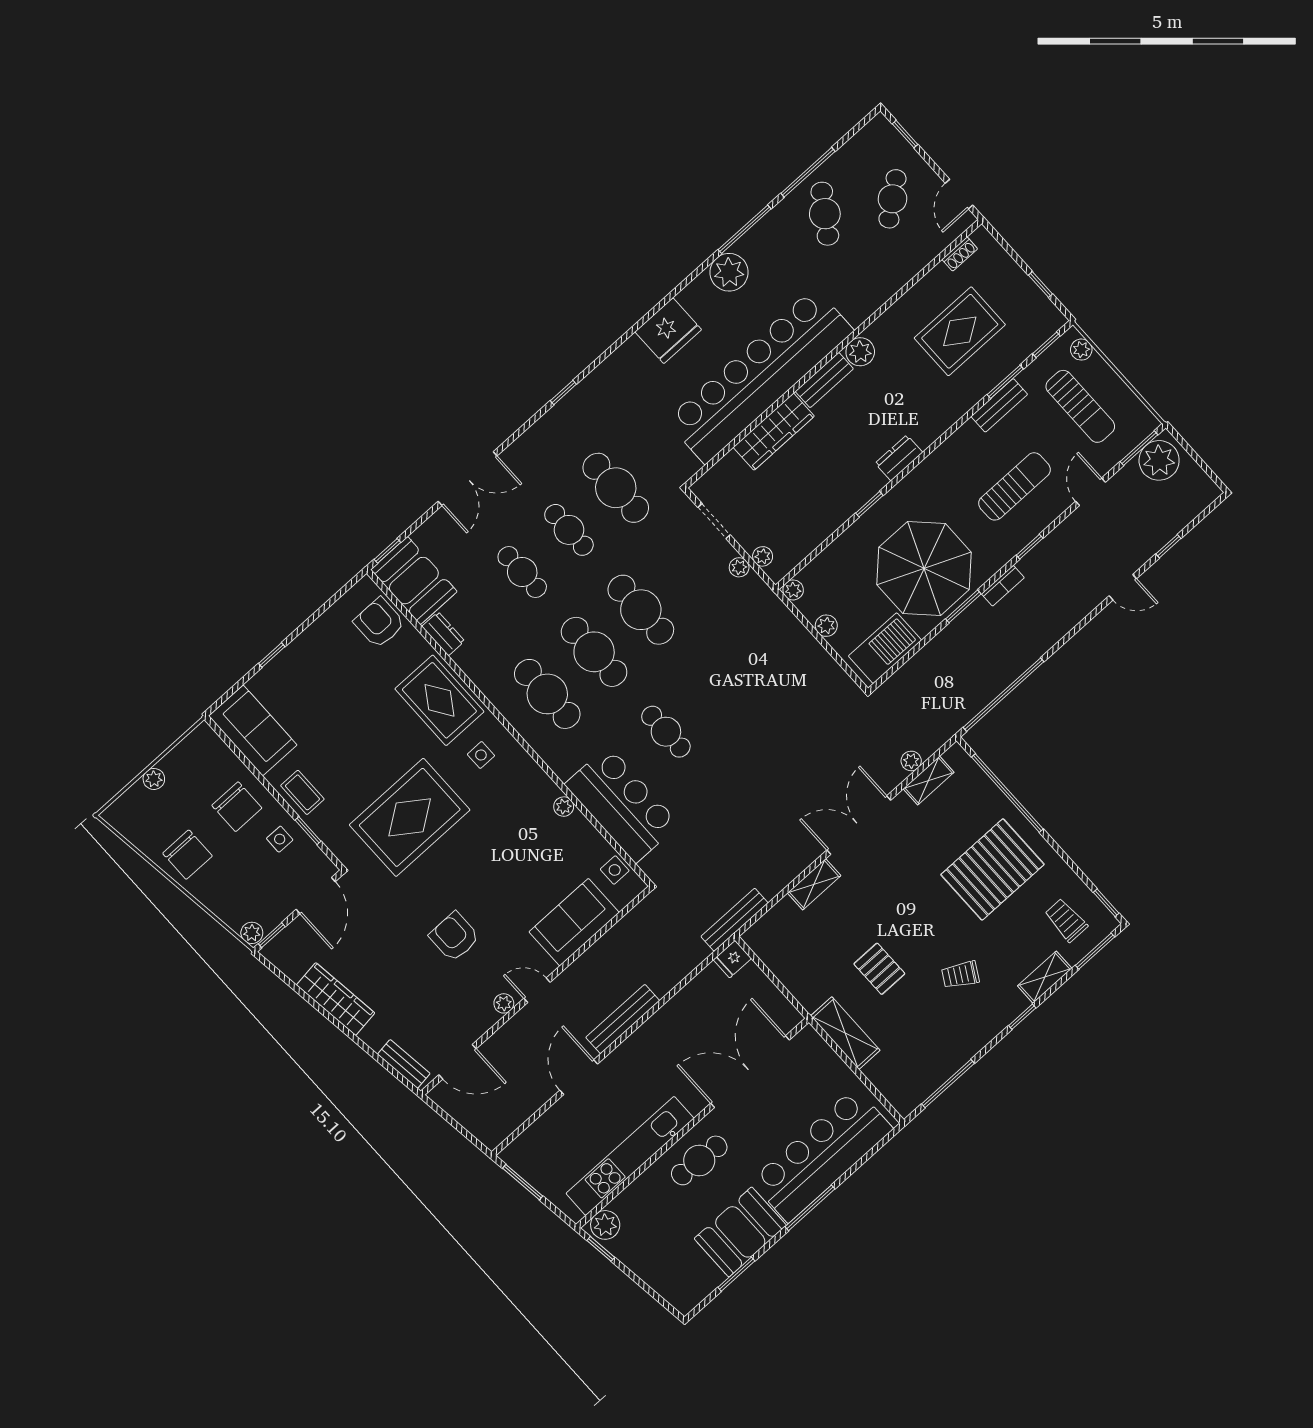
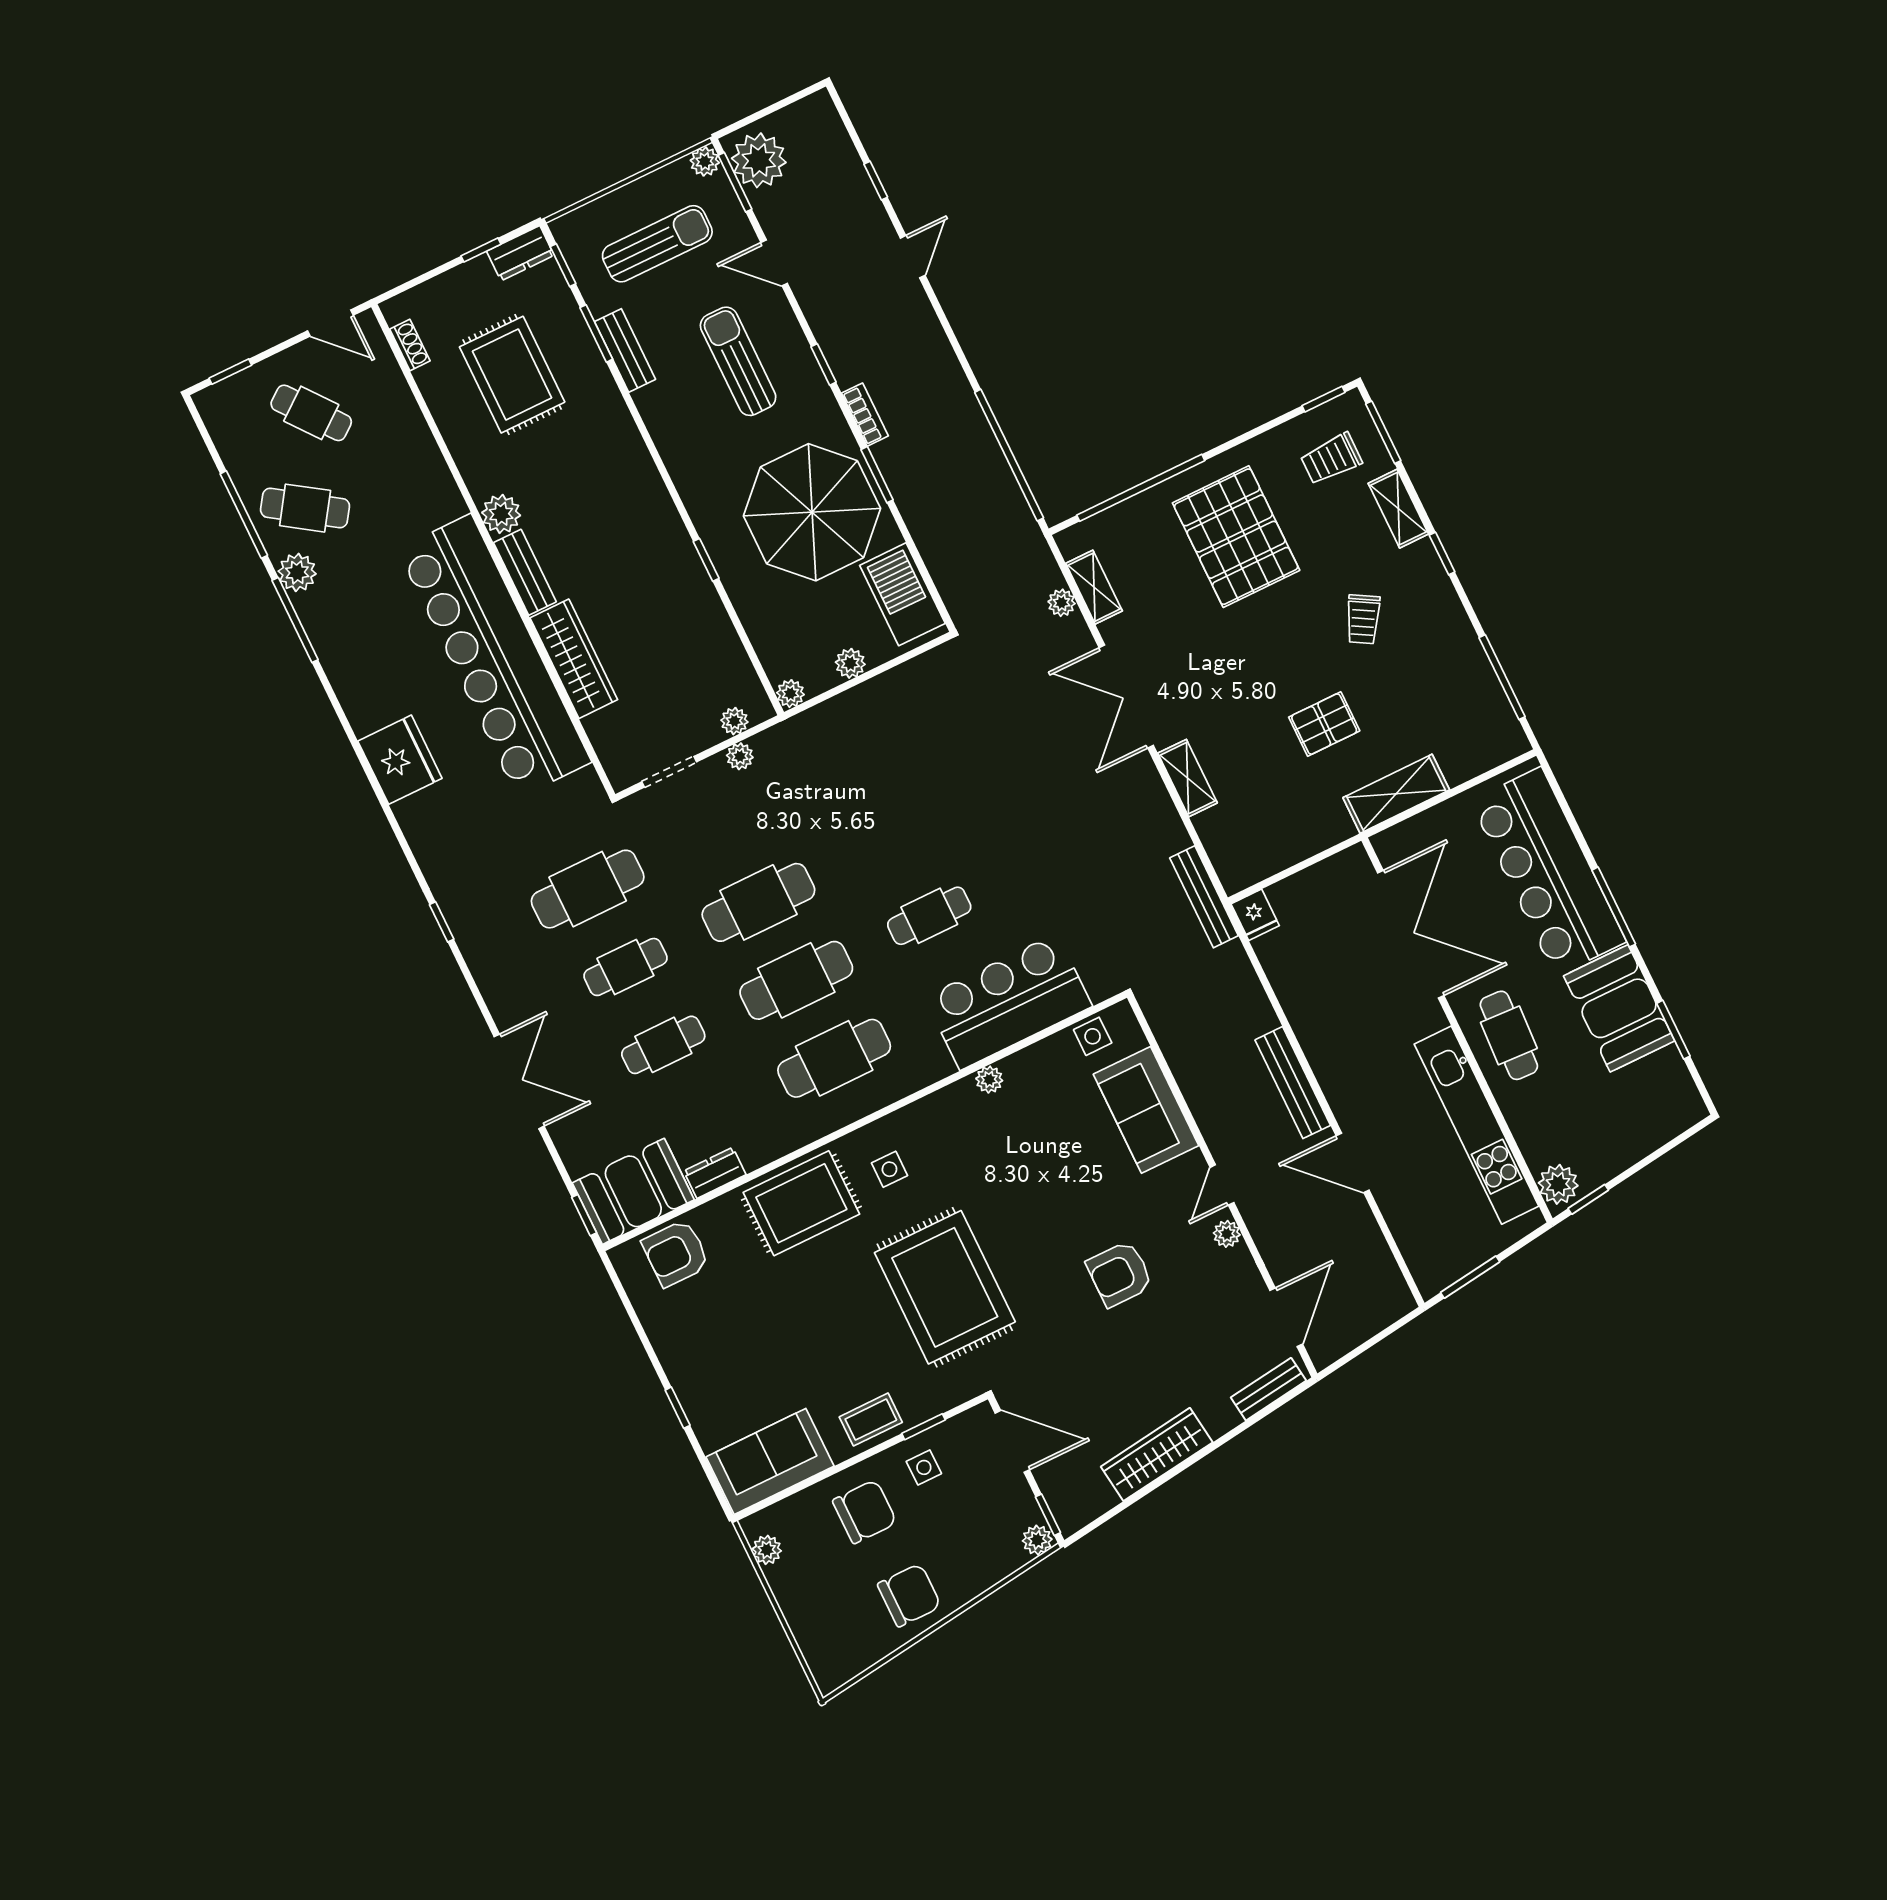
plant: (729, 272) -> (297, 572), moved, width x0.73, depth x0.73
plant: (1081, 350) -> (705, 162), moved
dresser: (899, 458) -> (520, 253), moved, turned -90
plant: (154, 779) -> (767, 1550), moved
double door: (750, 1072) -> (1411, 934), swing flipped

